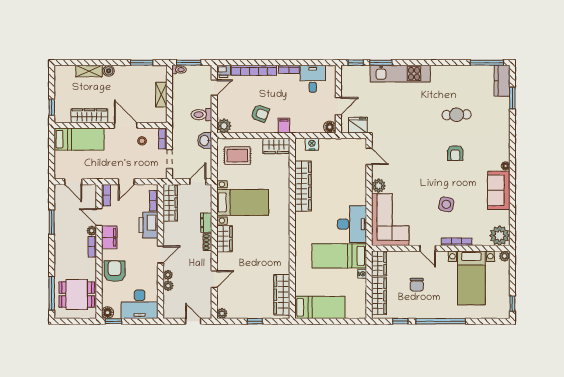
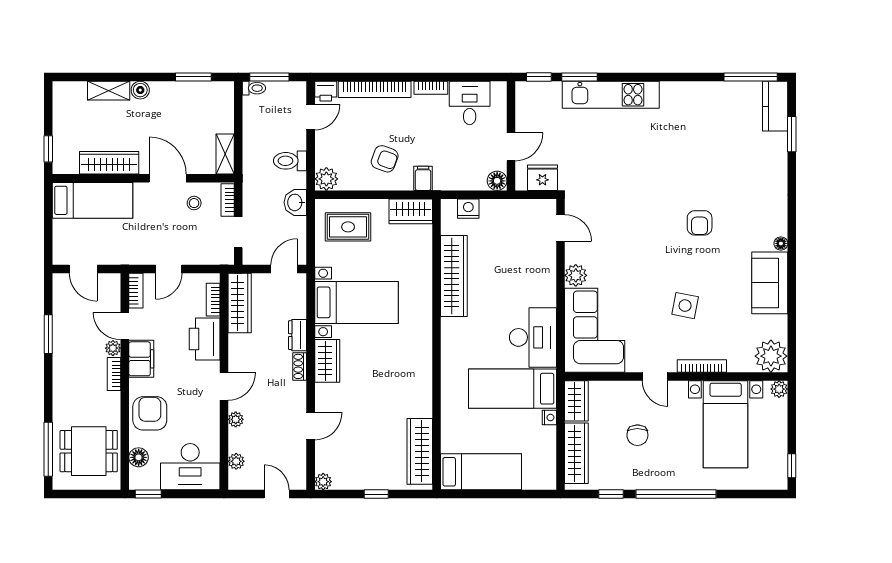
shelving: (161, 95) -> (225, 154), moved
cafe table: (457, 115) -> (702, 161), removed
plant: (168, 286) -> (236, 461), moved
floor lamp: (108, 313) -> (139, 457), moved

